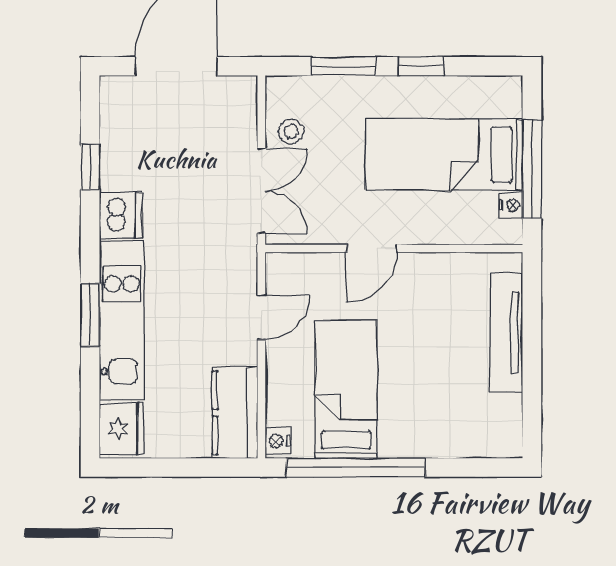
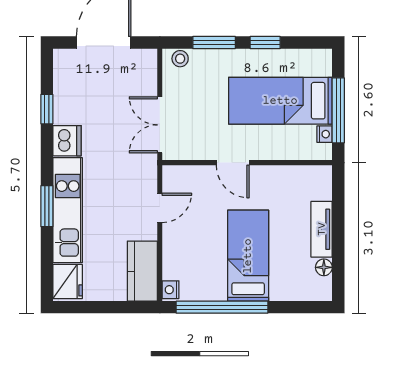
stool: (291, 131) -> (180, 59), moved
double door: (261, 191) -> (160, 125), swing flipped
door: (372, 248) -> (233, 163), hinge flipped
tv unit: (507, 332) -> (322, 229), width x0.71
bed: (346, 389) -> (248, 256), moved
floor lamp: (510, 407) -> (324, 267), added

